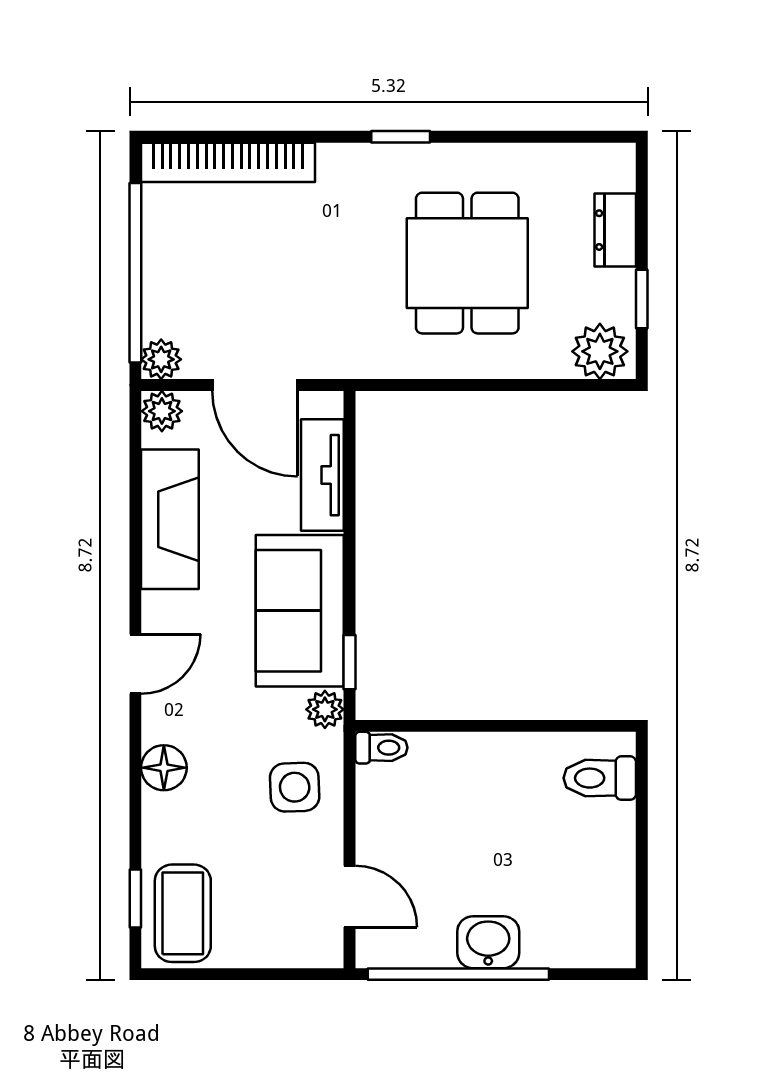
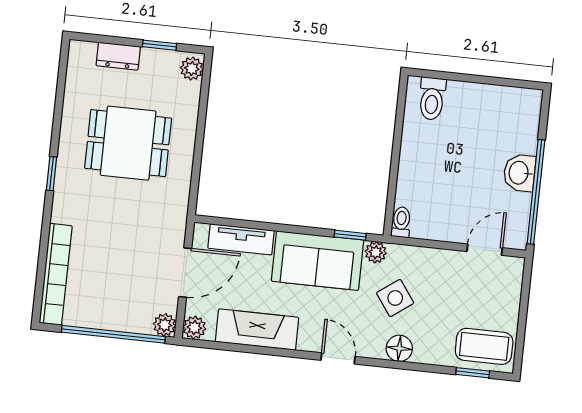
plant: (600, 351) -> (192, 69), width x0.73, depth x0.73
side table: (295, 787) -> (395, 298), moved, turned -34

